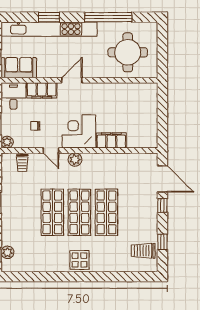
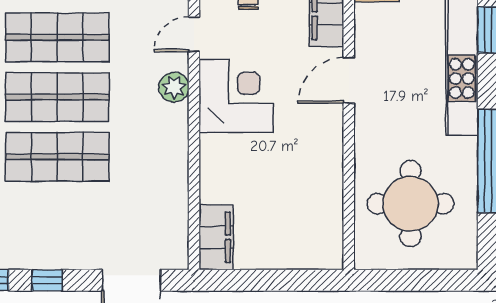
door: (72, 80) -> (349, 80), swing flipped
filing cabinet: (111, 140) -> (216, 237), moved
window: (162, 206) -> (47, 280), moved

